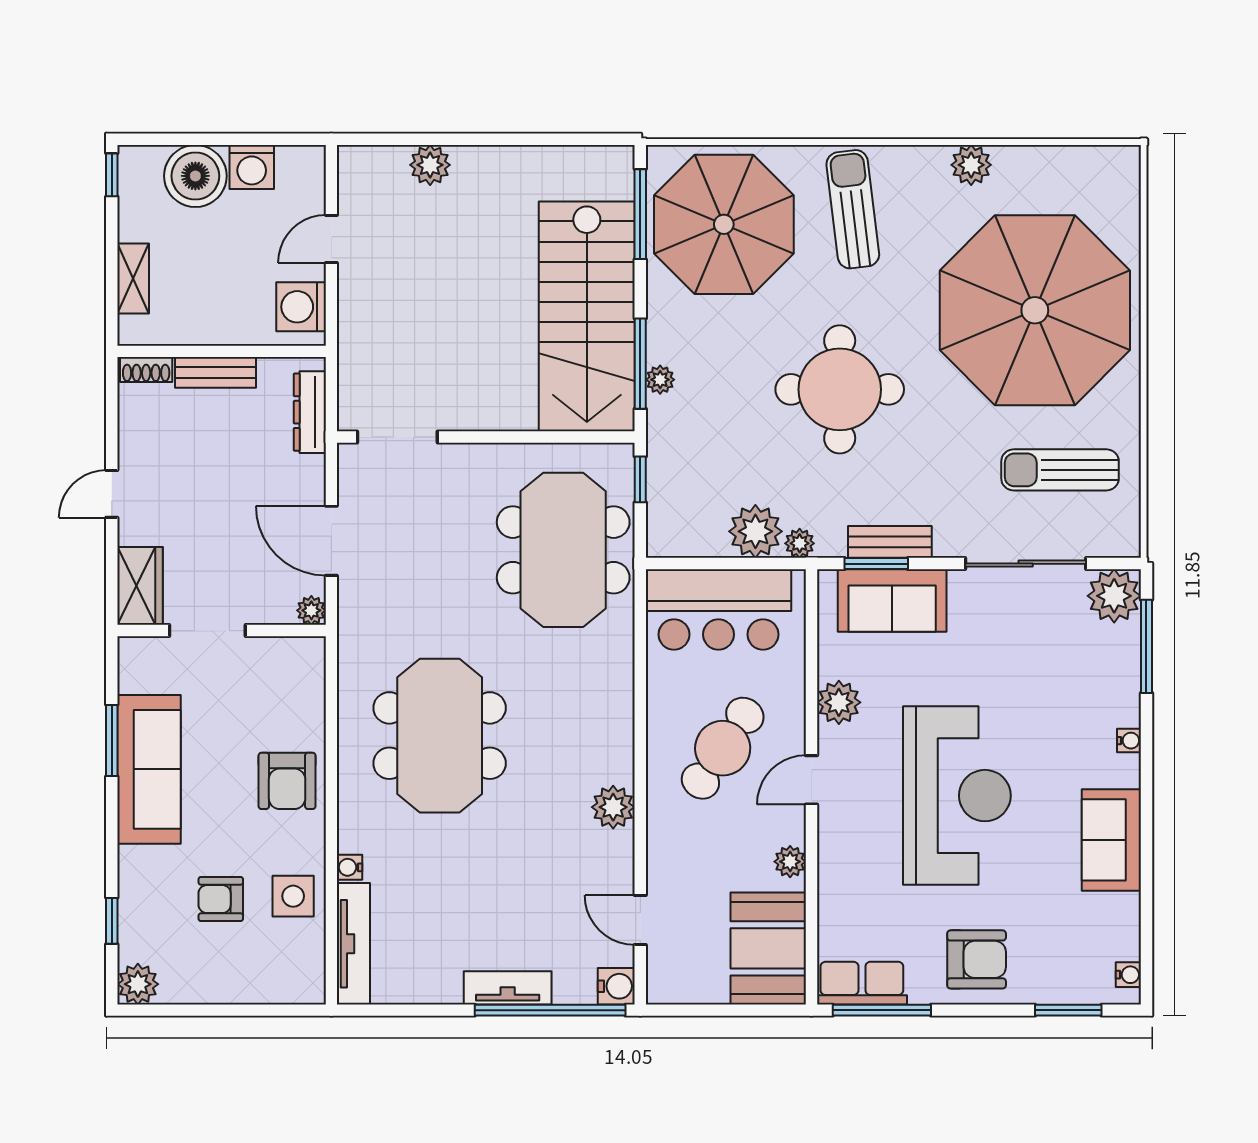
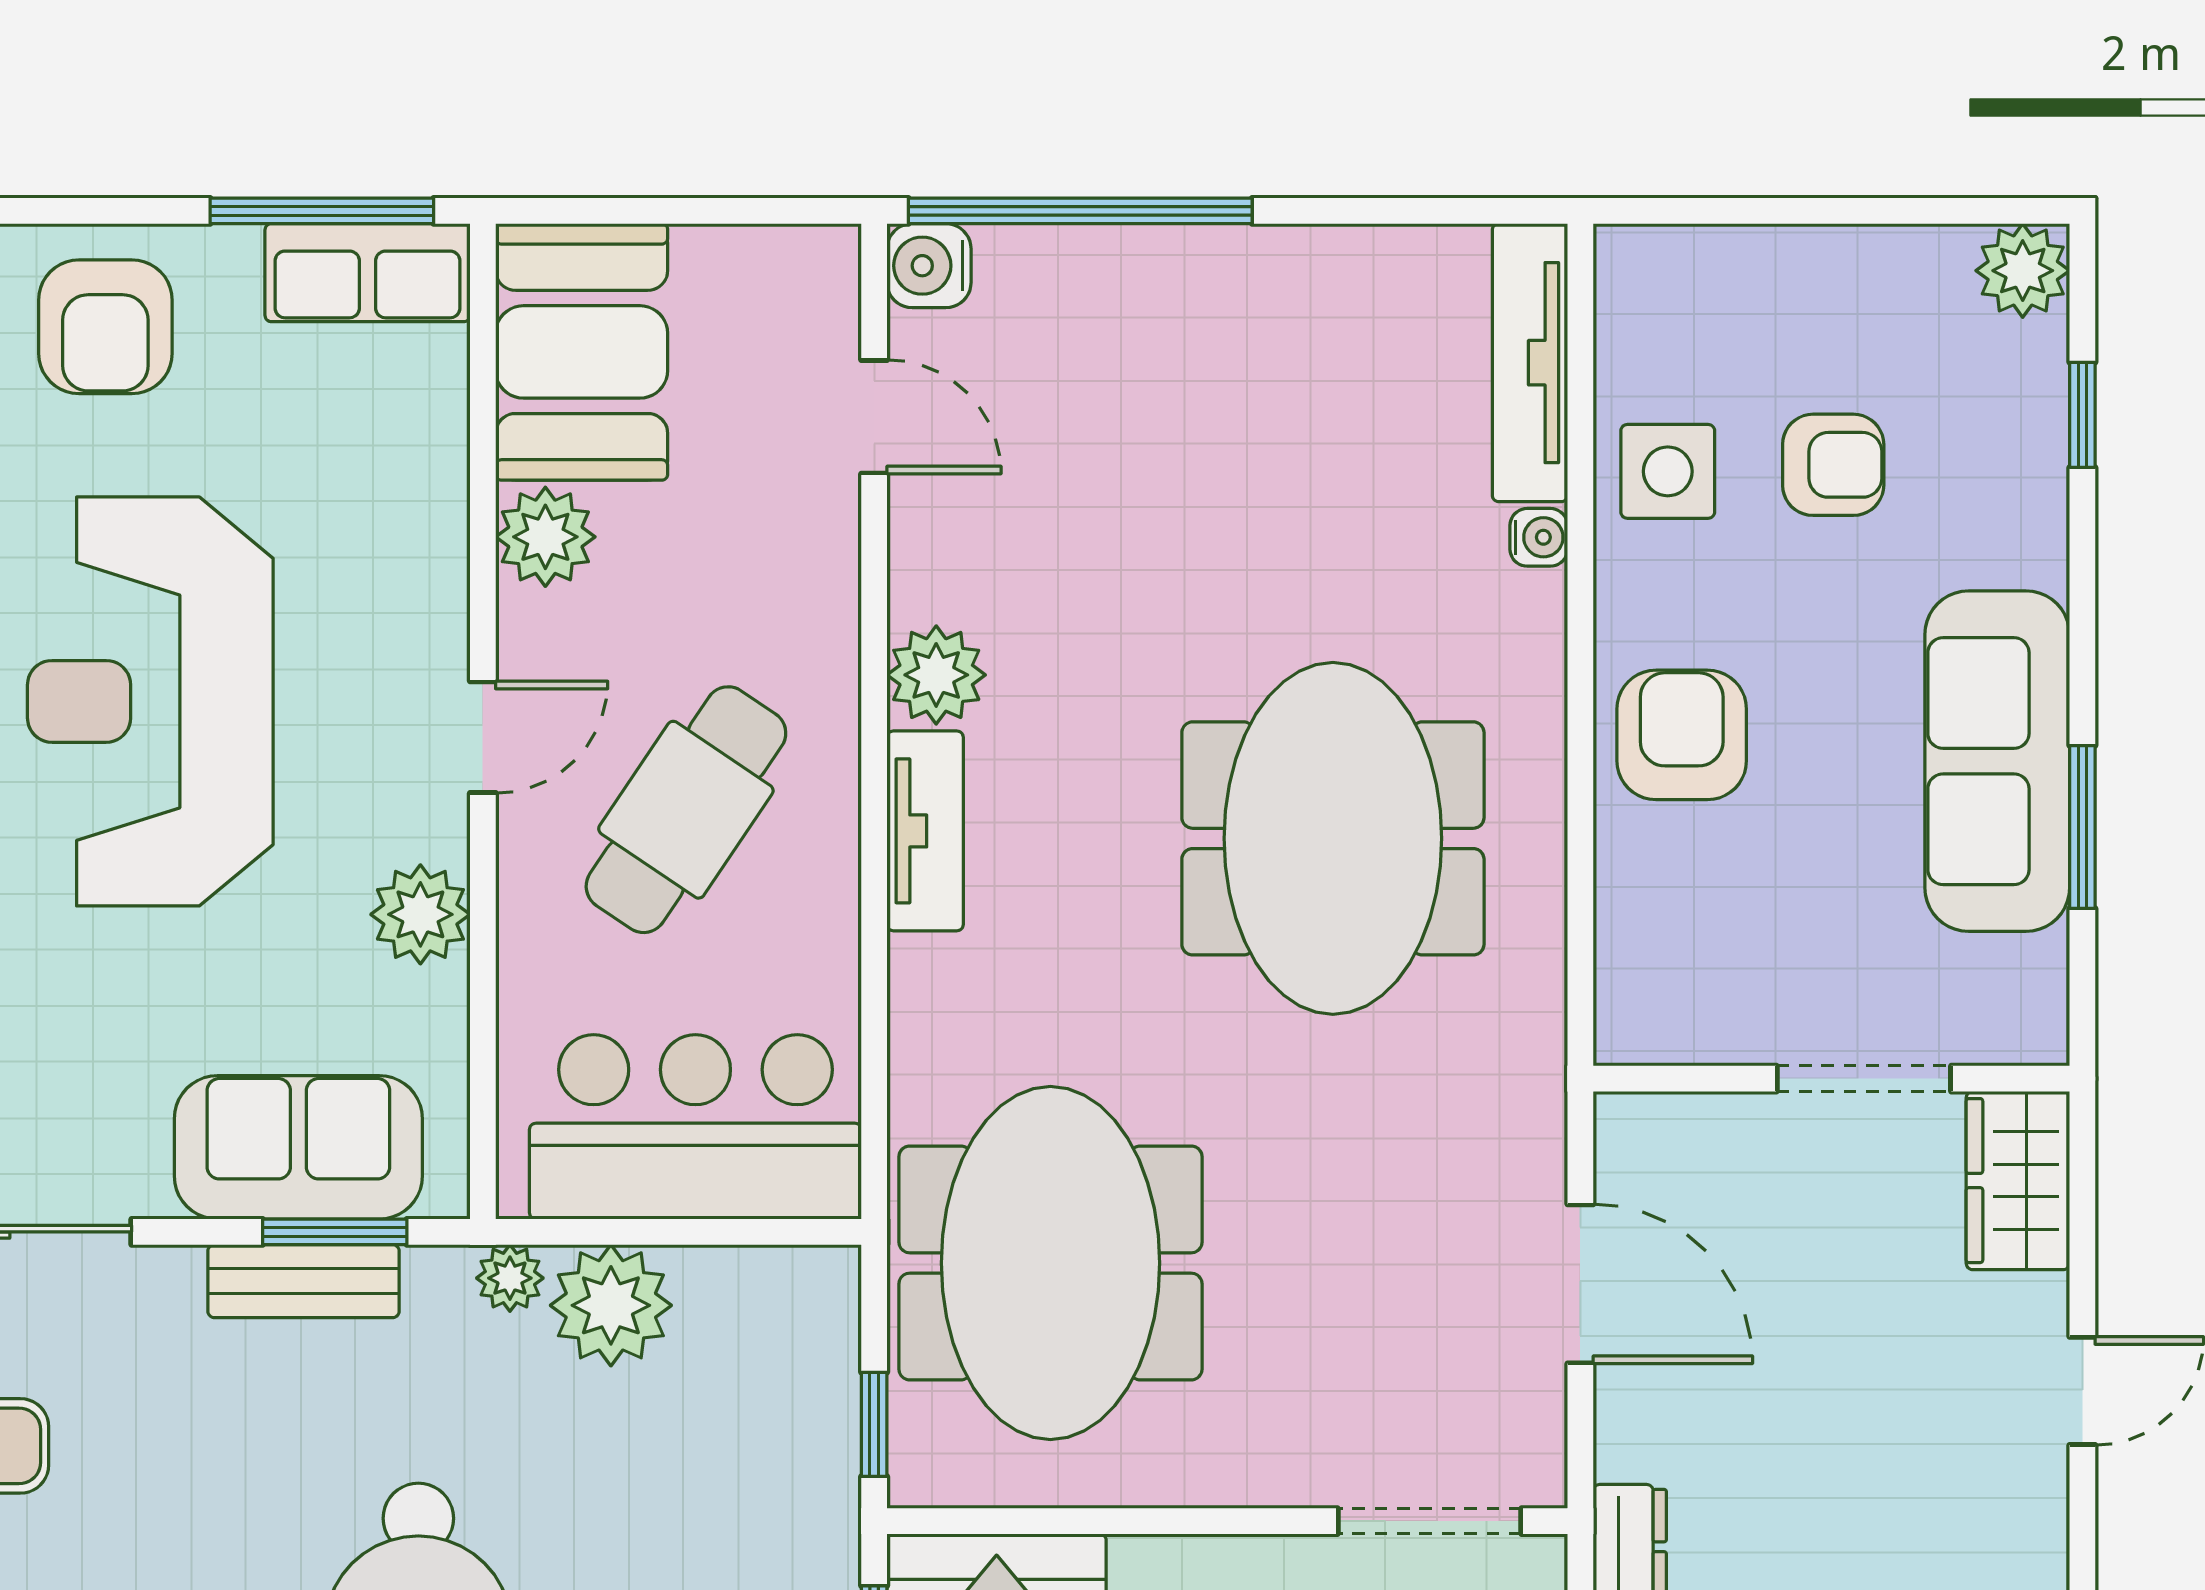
plant: (311, 610) -> (1626, 1125), removed
plant: (790, 862) -> (545, 537), width x1.38, depth x1.38
armchair: (977, 959) -> (105, 327), turned -90
tv unit: (508, 988) -> (925, 831), moved, turned -90

